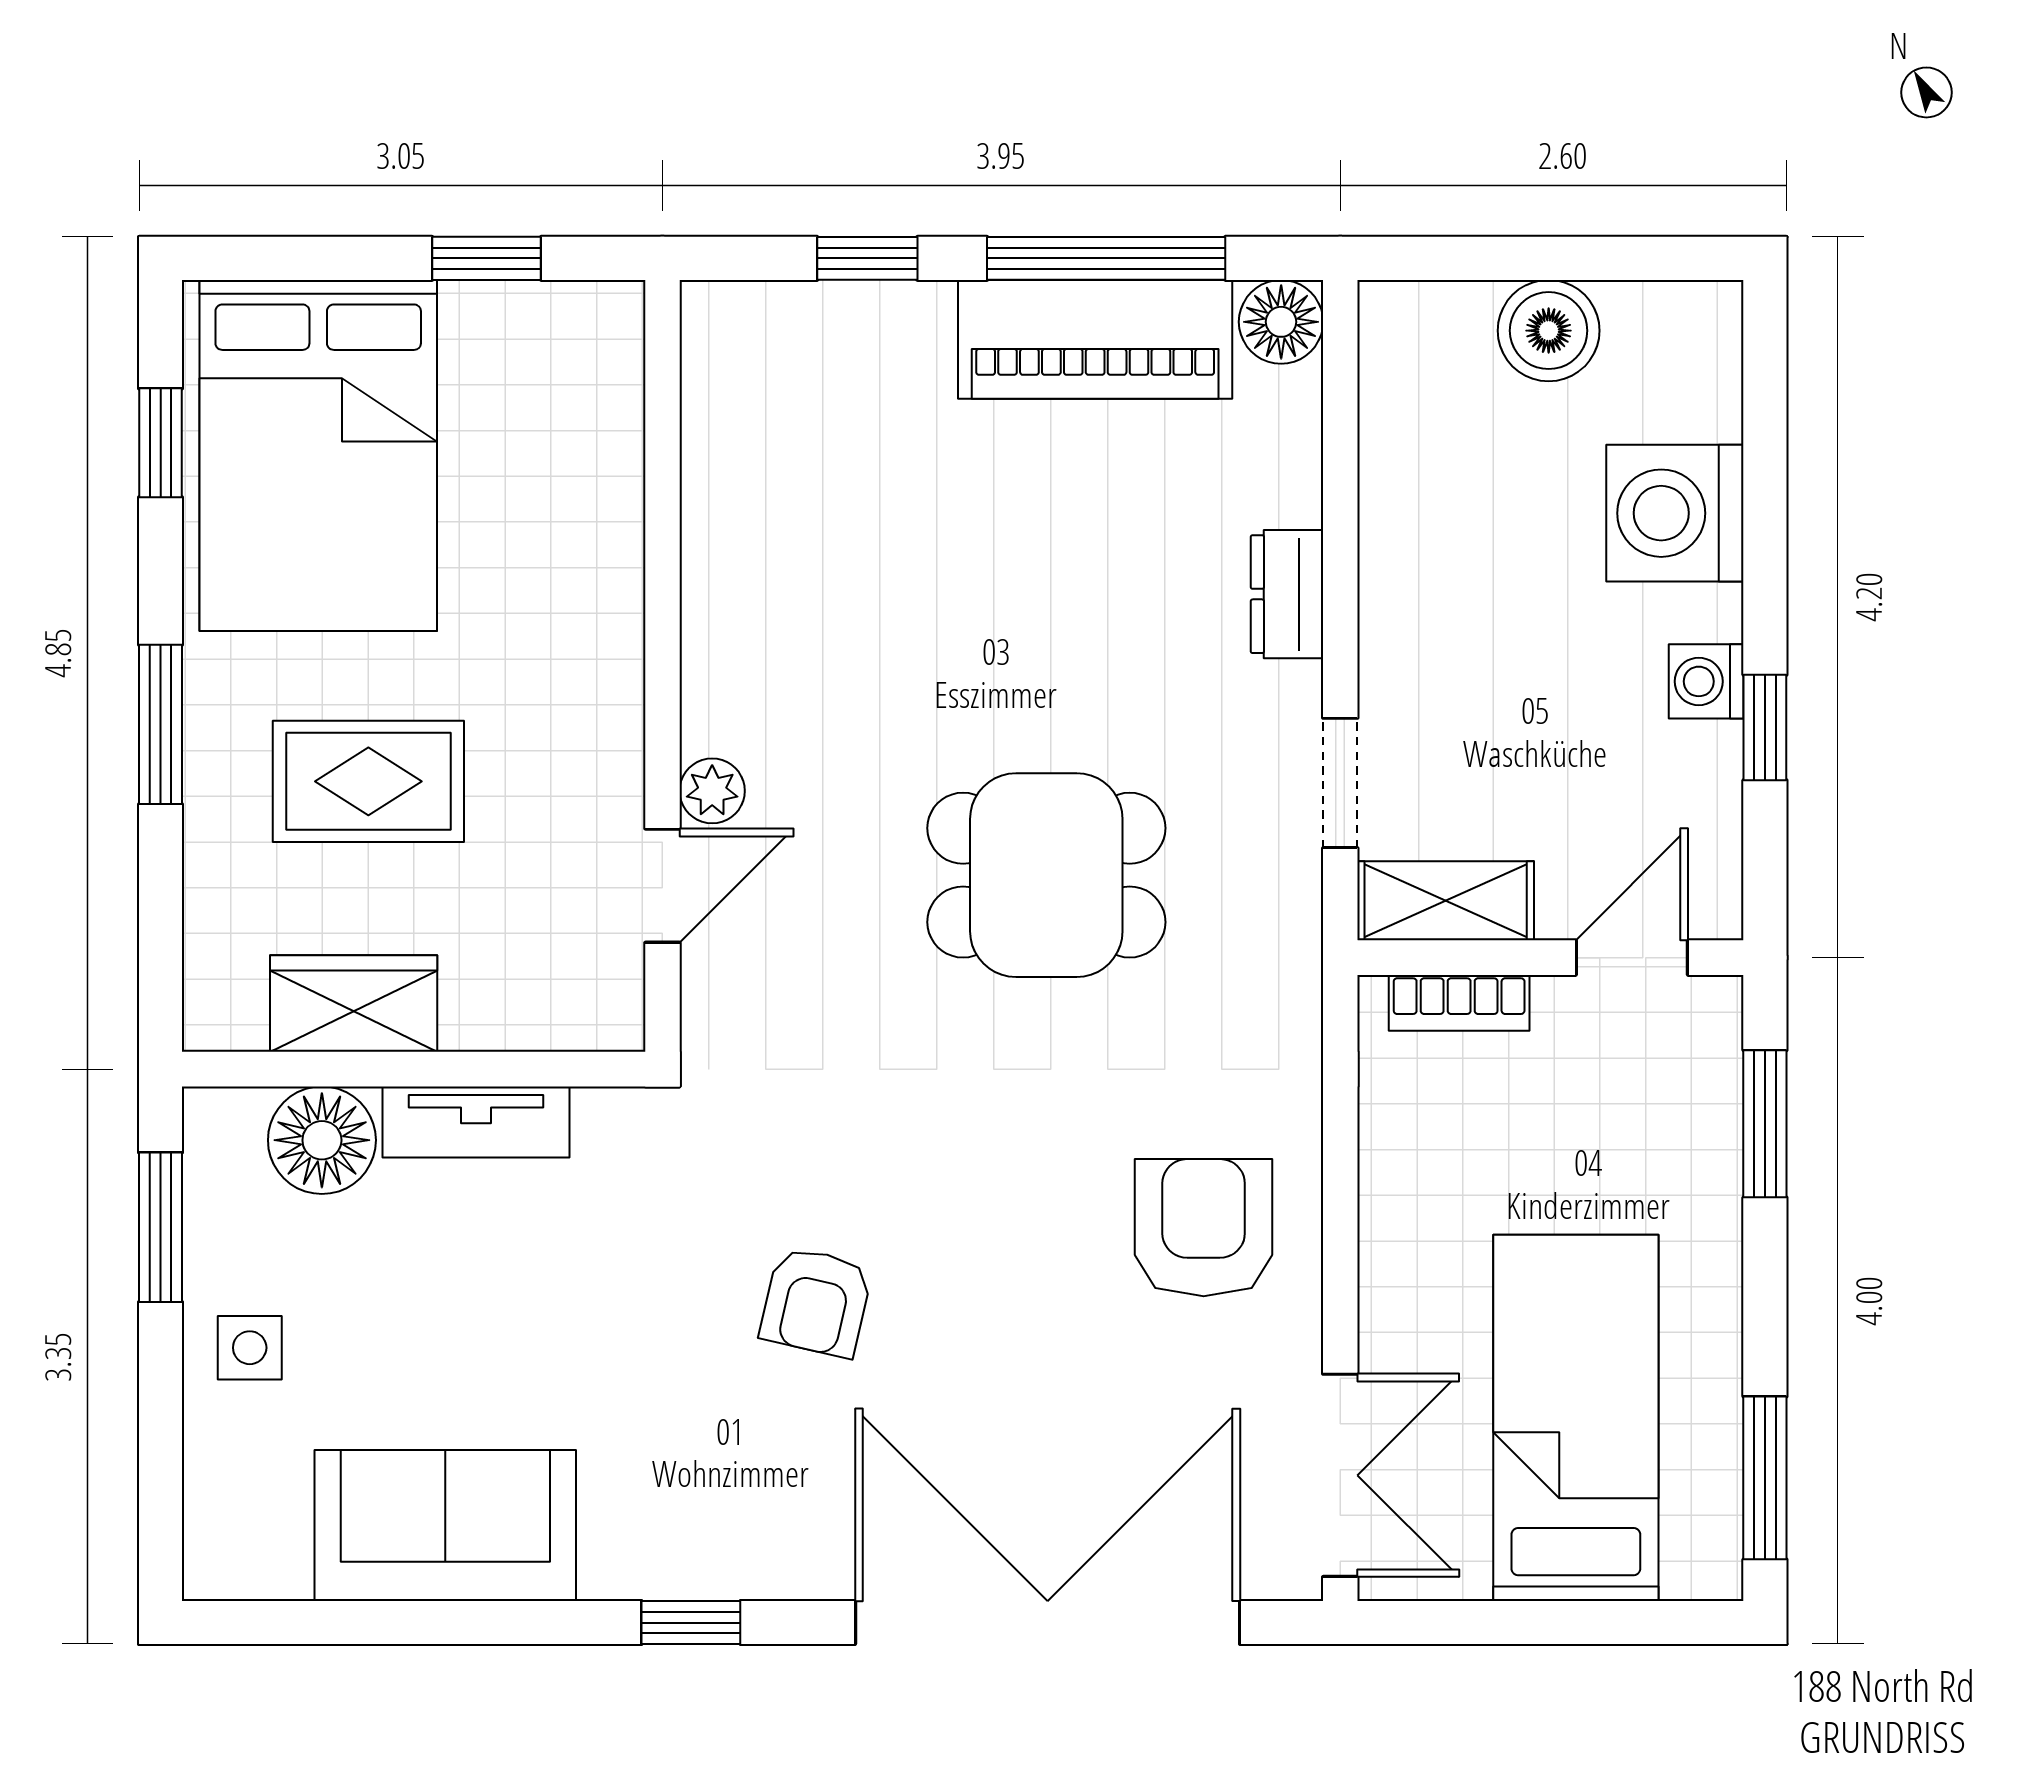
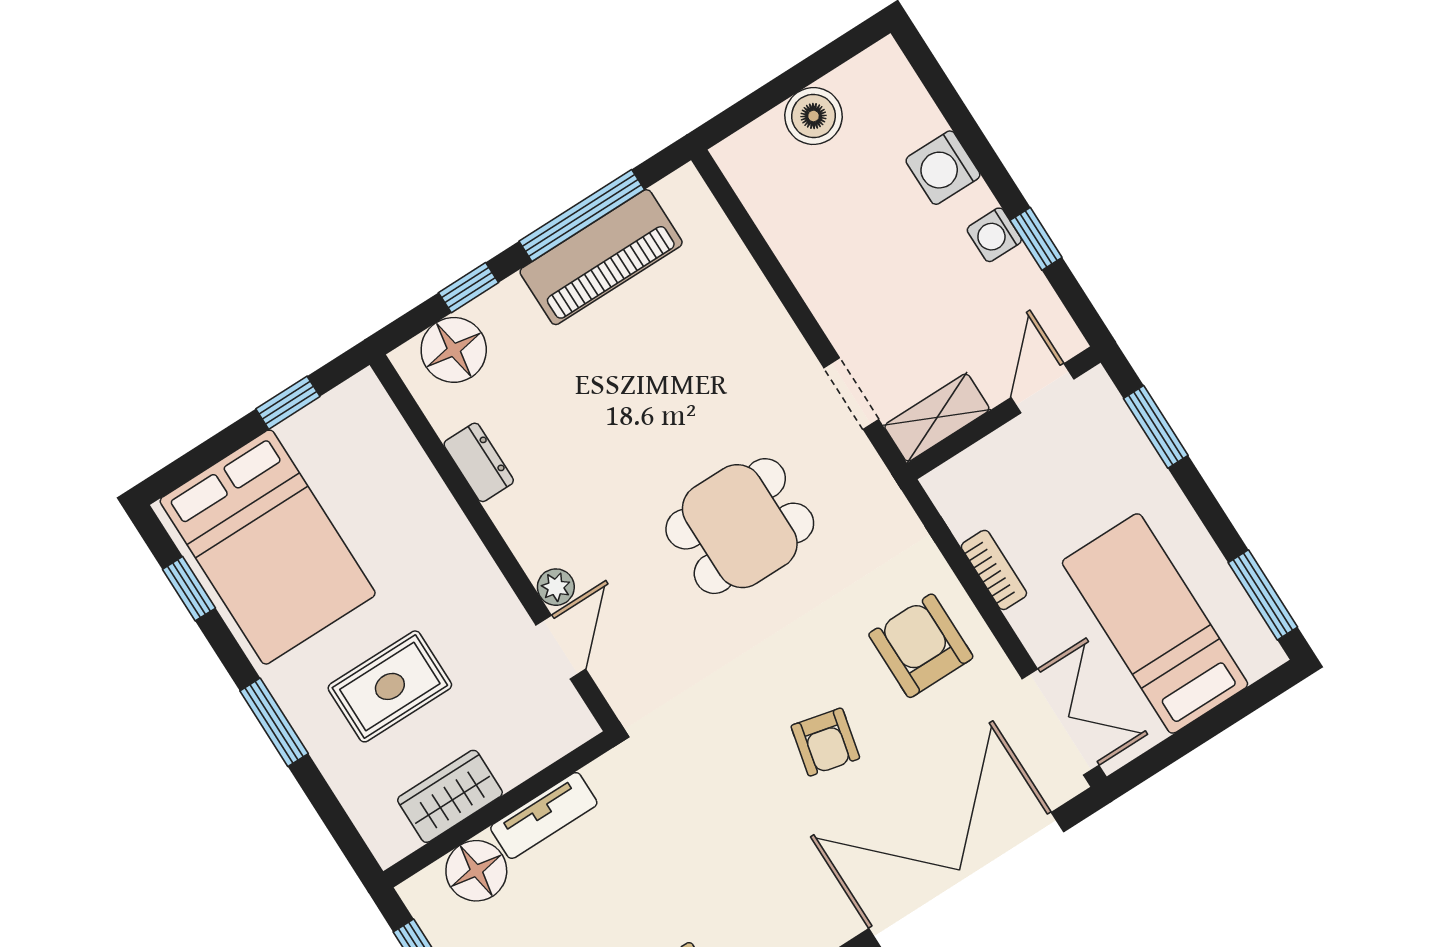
floor lamp: (1281, 322) -> (454, 350), moved, width x1.38, depth x1.38
washing machine: (1675, 513) -> (943, 168), width x0.73, depth x0.73
dresser: (1287, 594) -> (479, 462), moved, turned 180
bookcase: (1459, 1003) -> (994, 570), moved, turned -90
armchair: (816, 1302) -> (825, 742), moved

